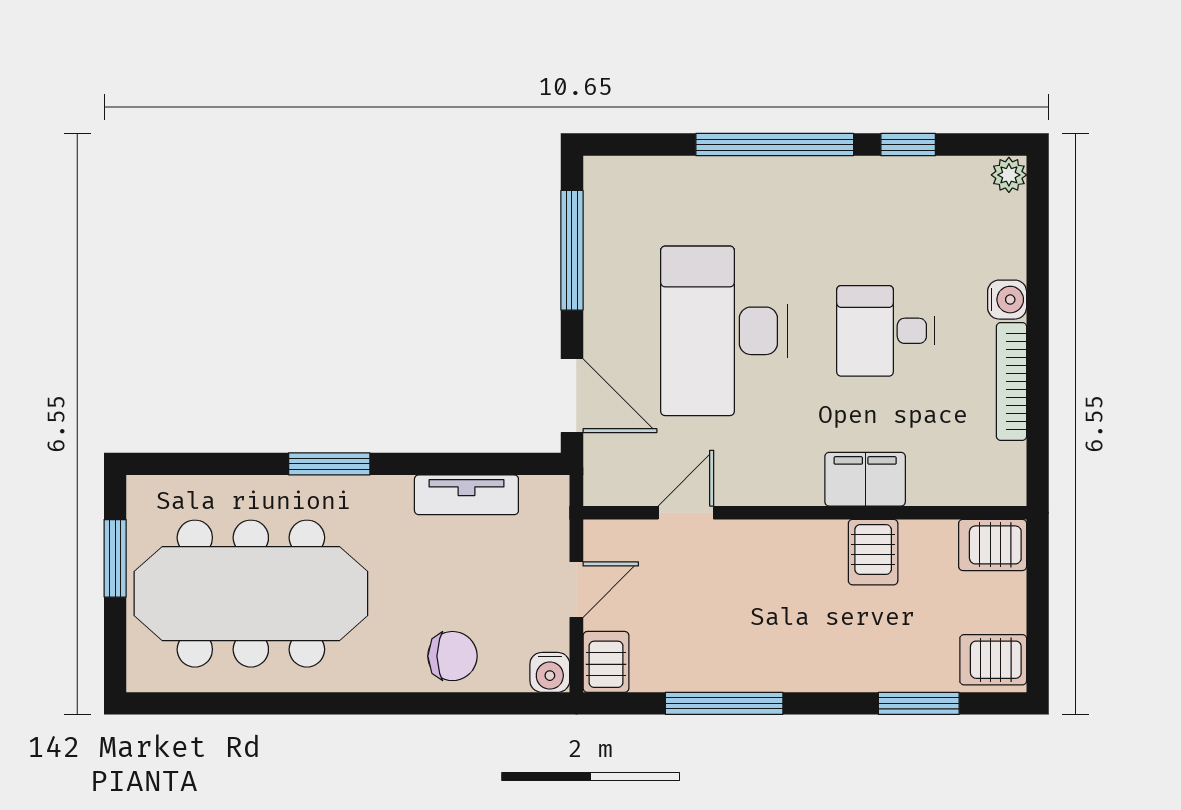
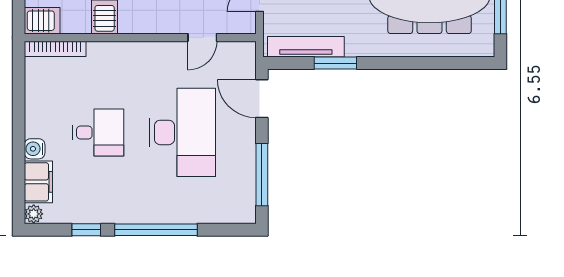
bookcase: (1011, 381) -> (55, 49), moved, turned 90
window: (329, 464) -> (335, 63), moved
filing cabinet: (865, 479) -> (38, 182), moved, turned -90
tv unit: (466, 495) -> (306, 47), width x1.41

